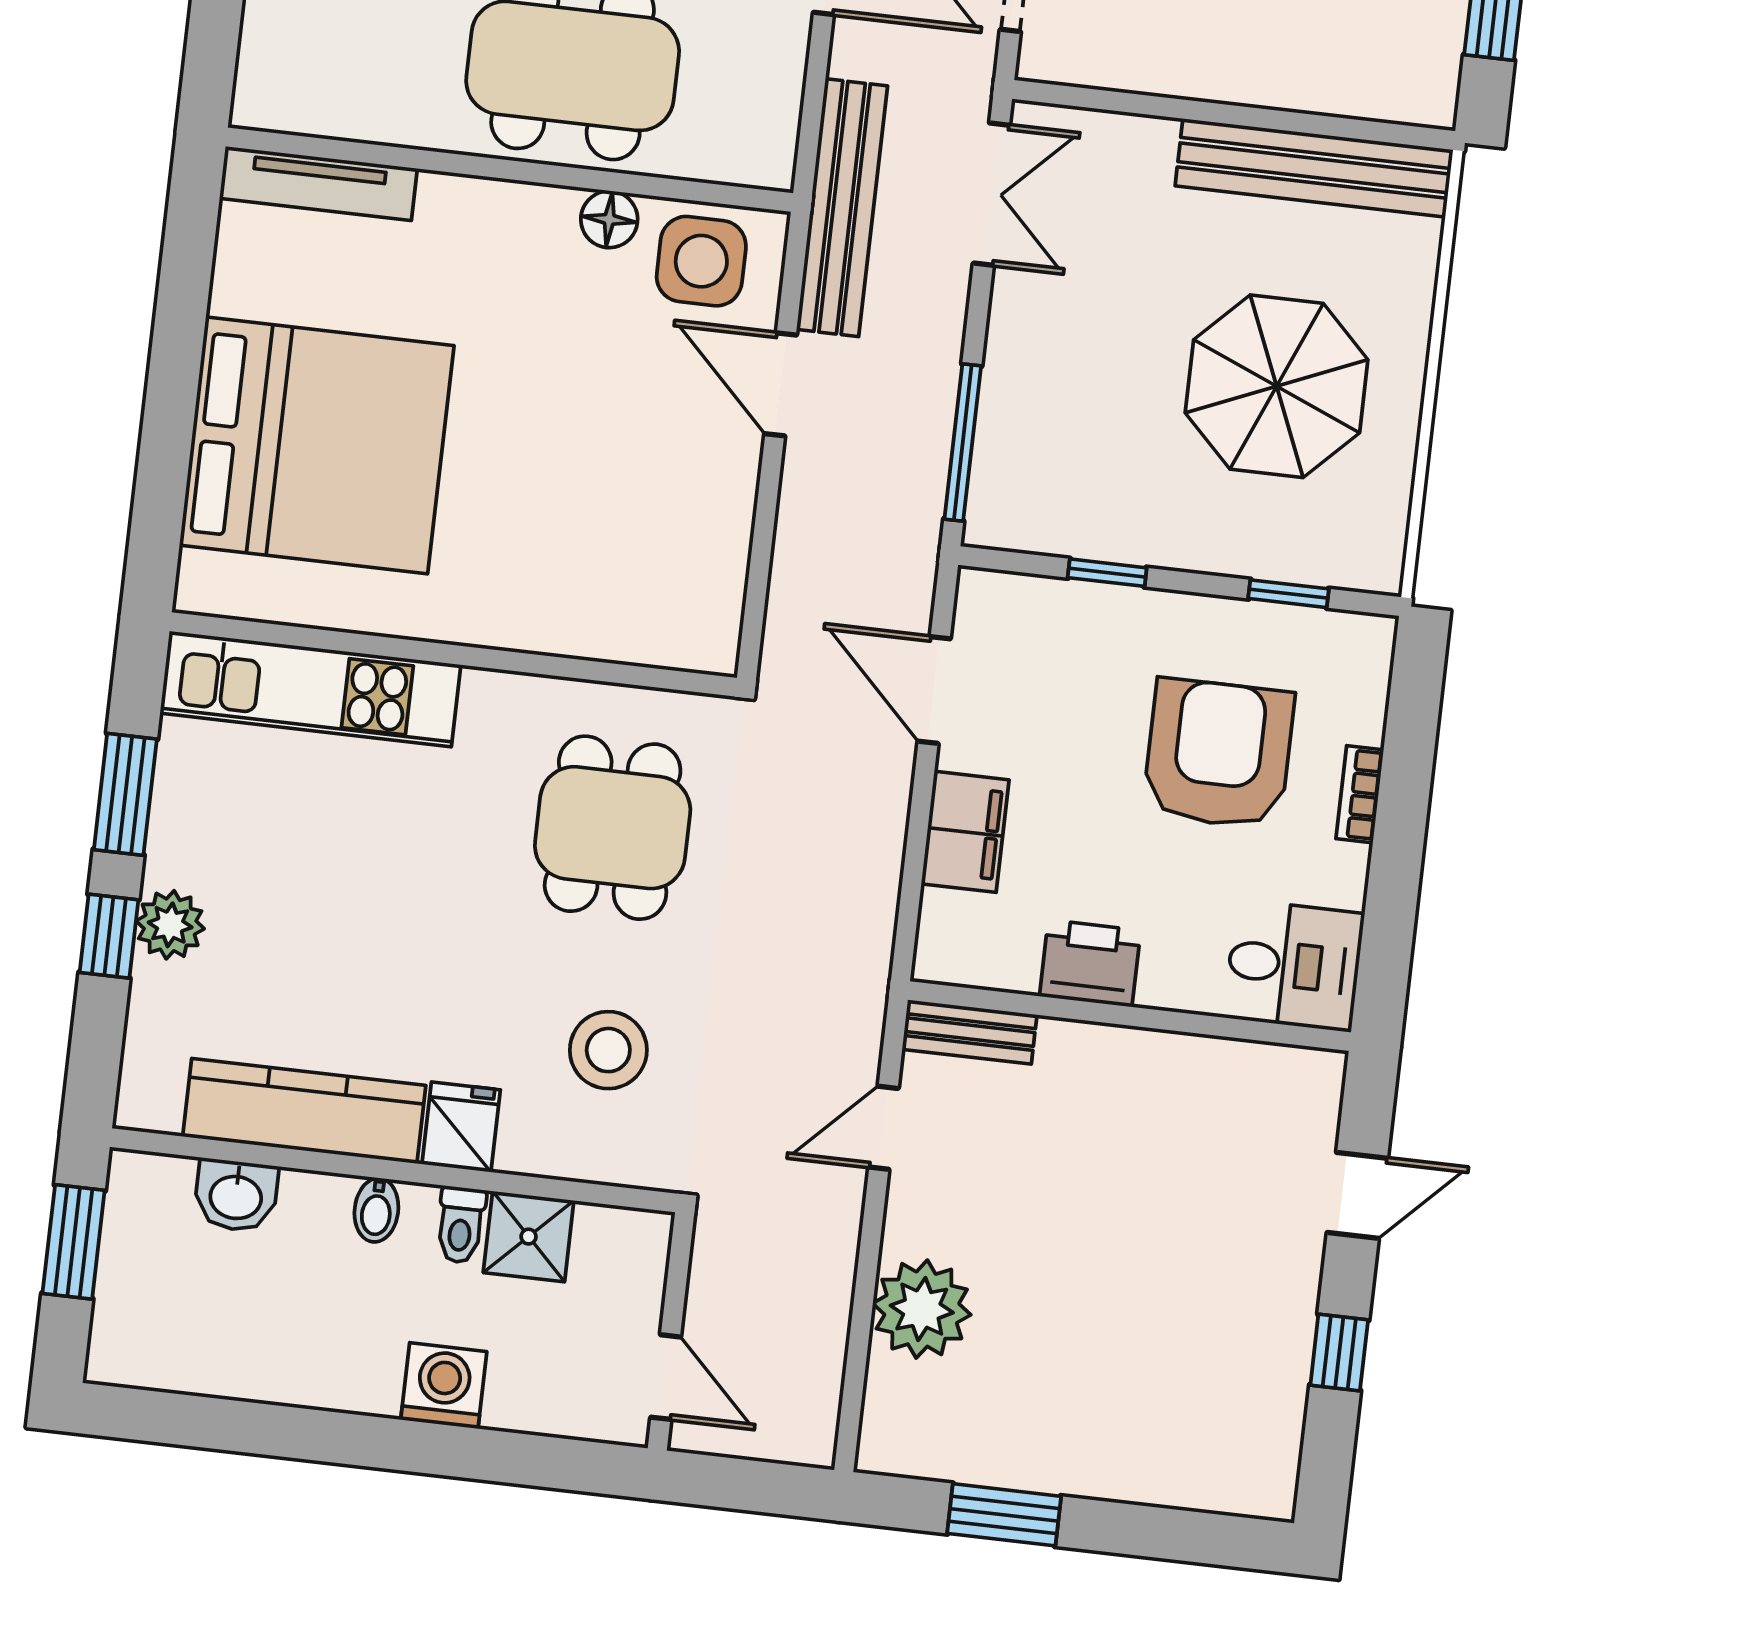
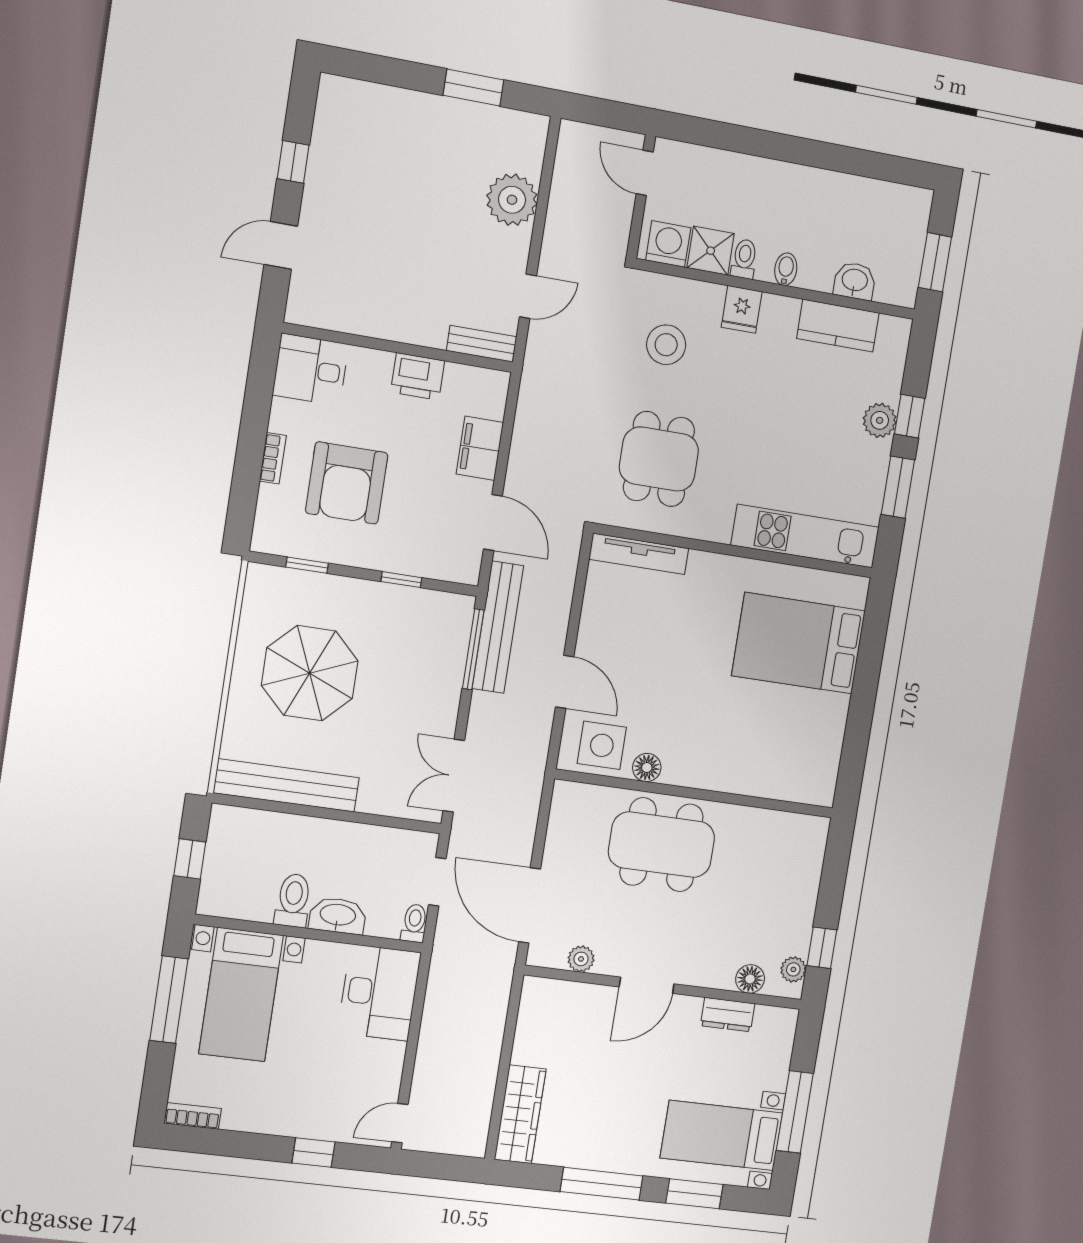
tv unit: (318, 183) -> (639, 554), moved, turned 180
bench: (842, 208) -> (498, 627), moved
bed: (317, 445) -> (799, 643), width x0.73
kitchen counter: (304, 1111) -> (838, 326), width x0.67
washing machine: (444, 1386) -> (668, 244), moved, turned 180

